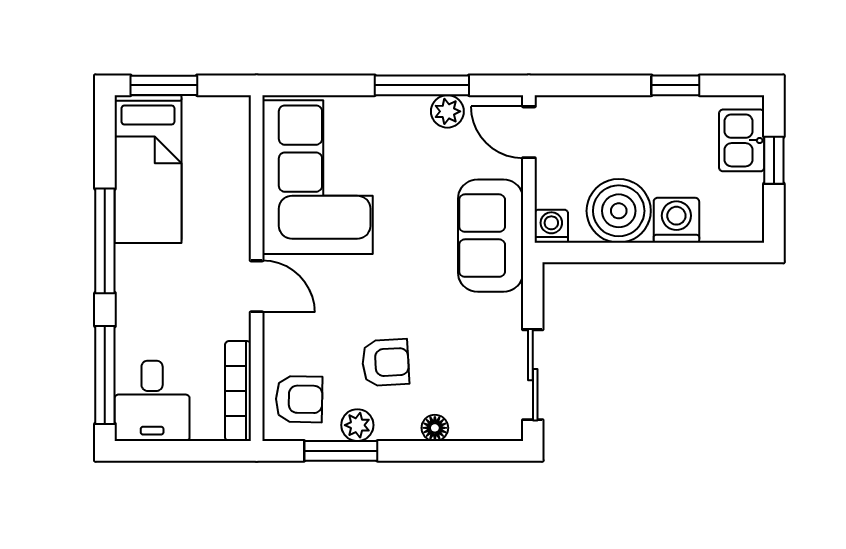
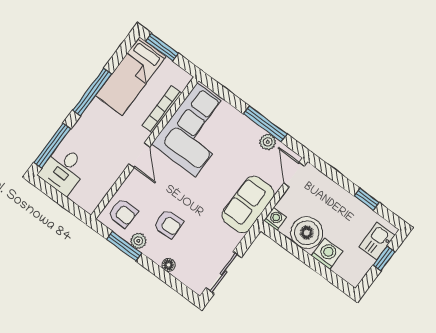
bookcase: (238, 391) -> (162, 109), moved

